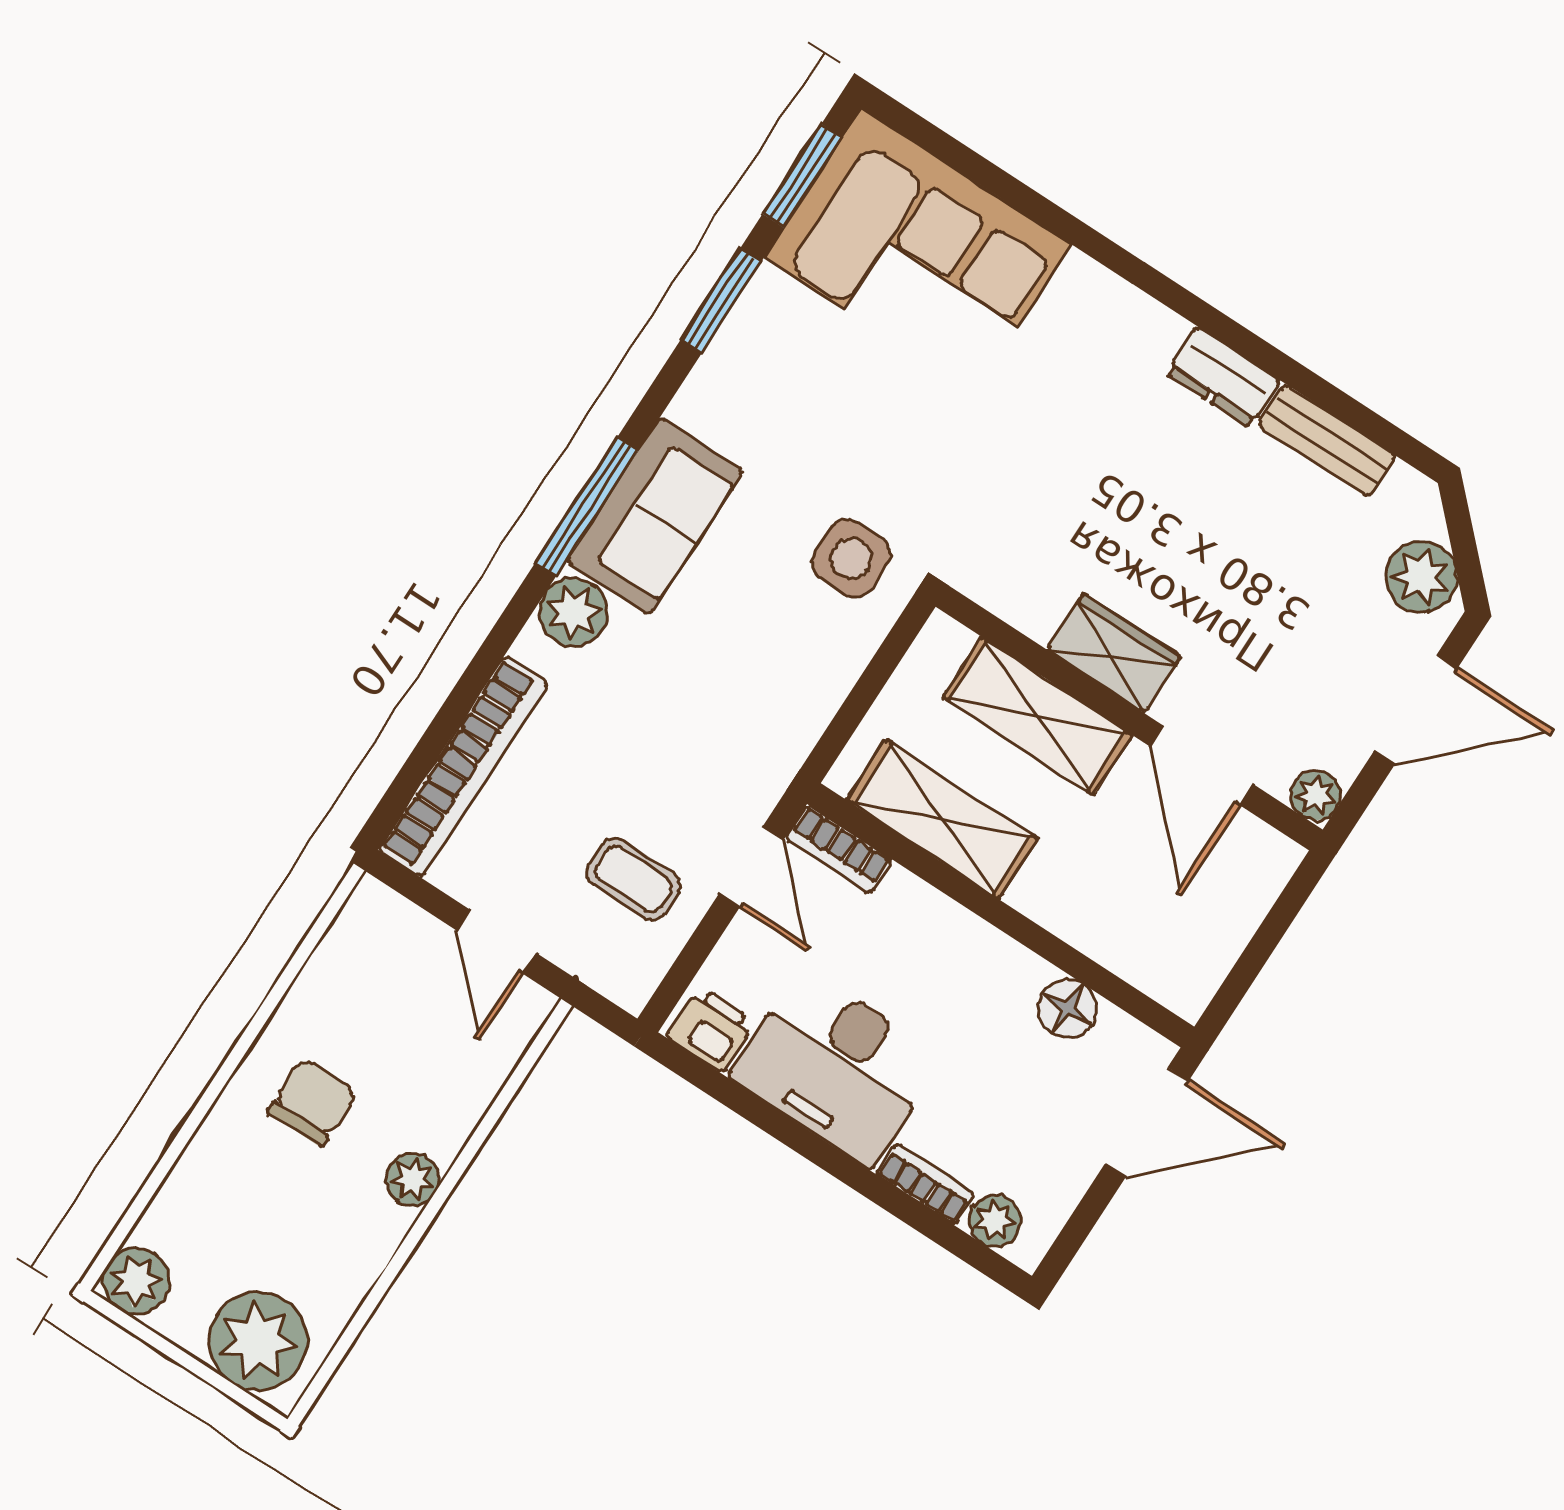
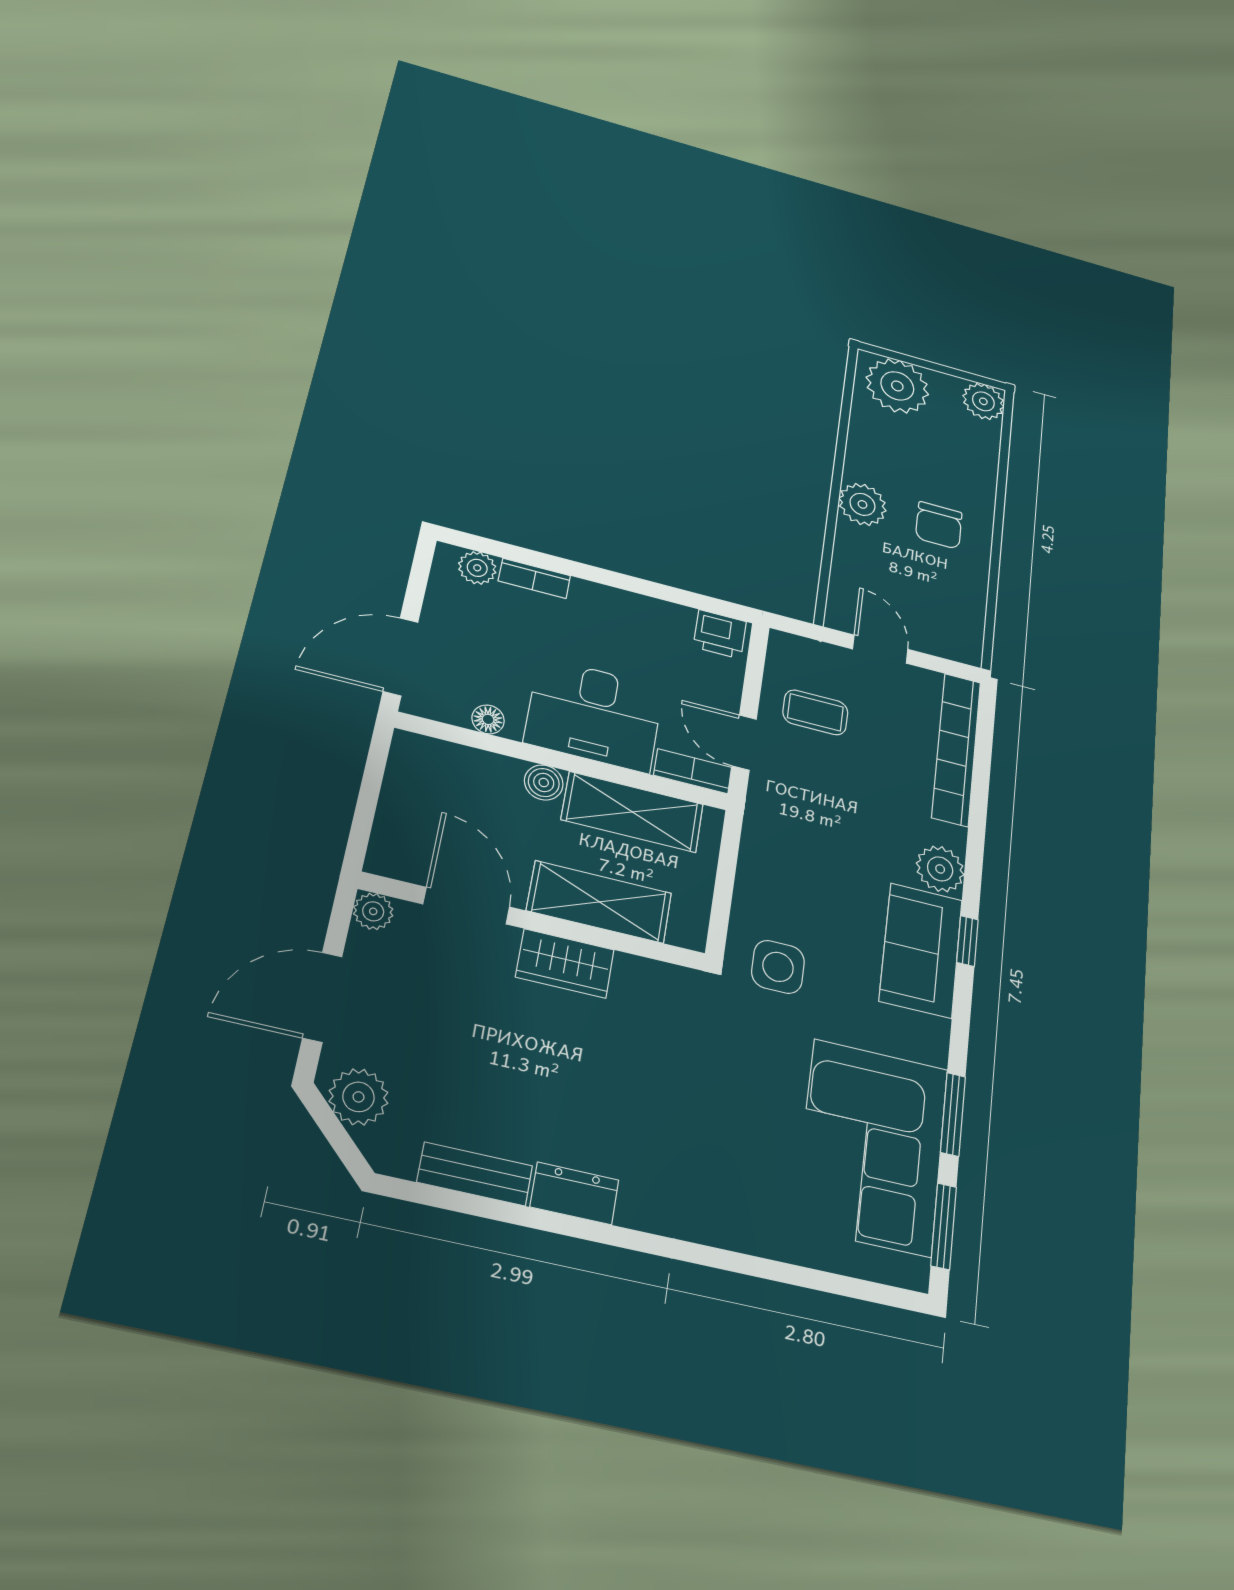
corner sofa: (918, 251) -> (872, 1147), moved, turned -90
window: (587, 507) -> (967, 941), width x0.46
boiler: (1038, 895) -> (544, 782), added
floor lamp: (1067, 1009) -> (488, 719), width x0.73, depth x0.73
desk: (836, 1067) -> (594, 715), moved, turned 180
plant: (413, 1180) -> (862, 504), width x1.38, depth x1.38

